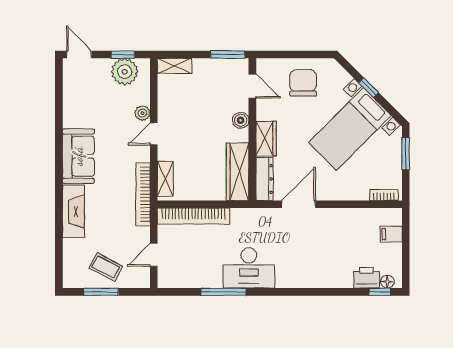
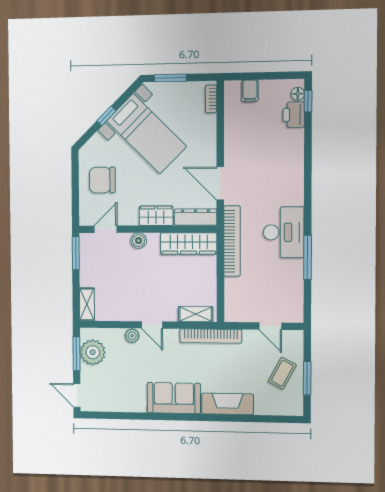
door: (79, 55) -> (77, 395), hinge flipped
window: (123, 55) -> (77, 354), width x1.50
bookcase: (193, 216) -> (232, 241), moved

